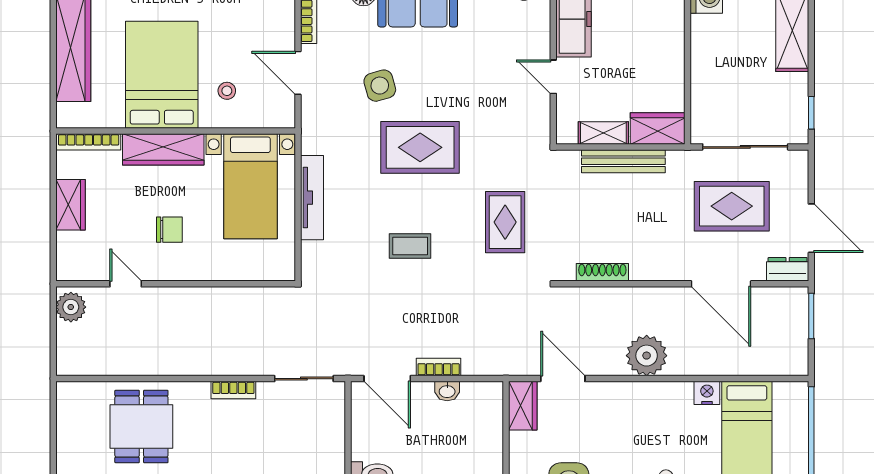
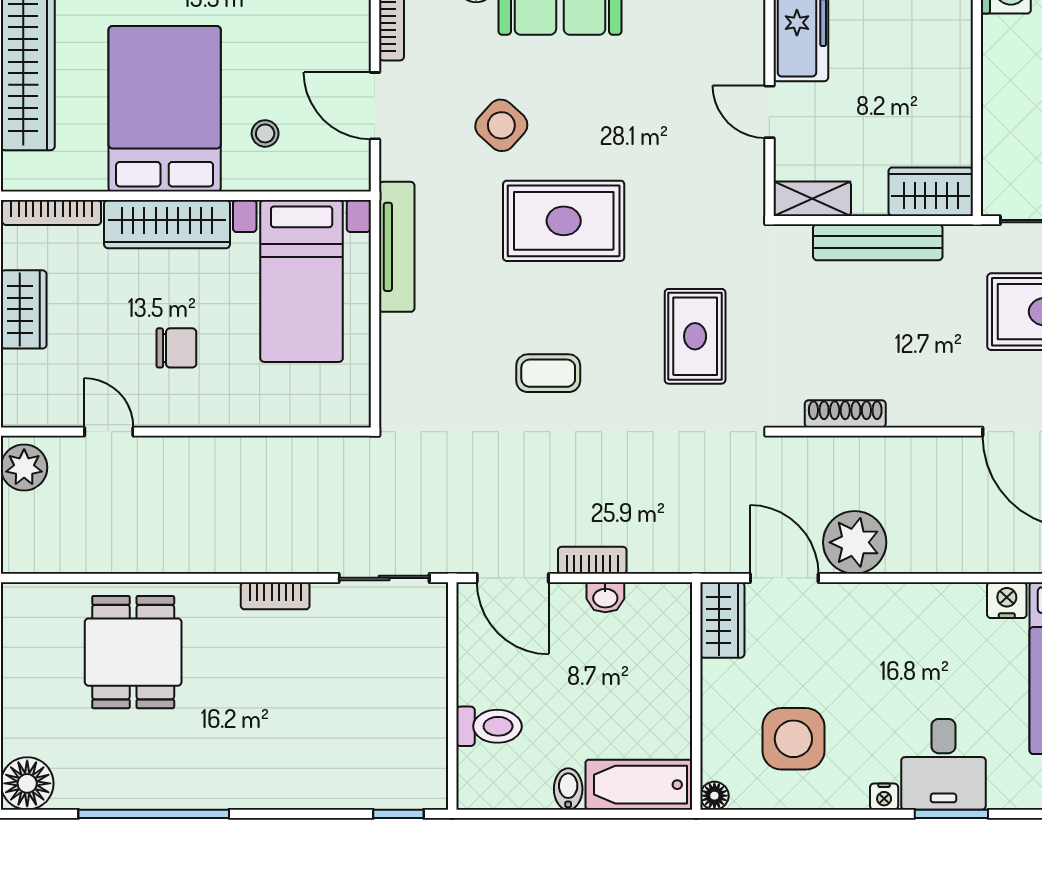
side table: (380, 86) -> (501, 125), turned -32
shelving: (603, 133) -> (812, 199), moved
tv unit: (312, 198) -> (397, 247), moved
plant: (647, 356) -> (855, 542), moved

